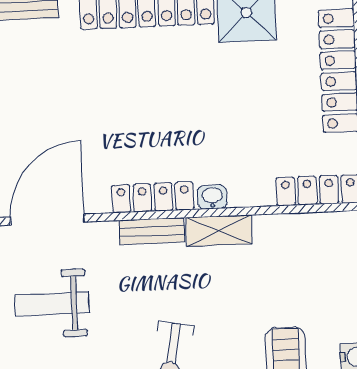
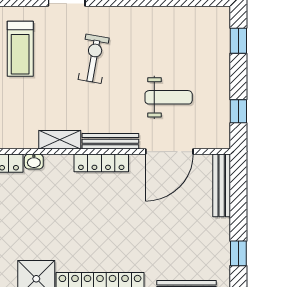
washbasin: (212, 197) -> (34, 161), moved
bench: (152, 231) -> (110, 141), width x1.36

